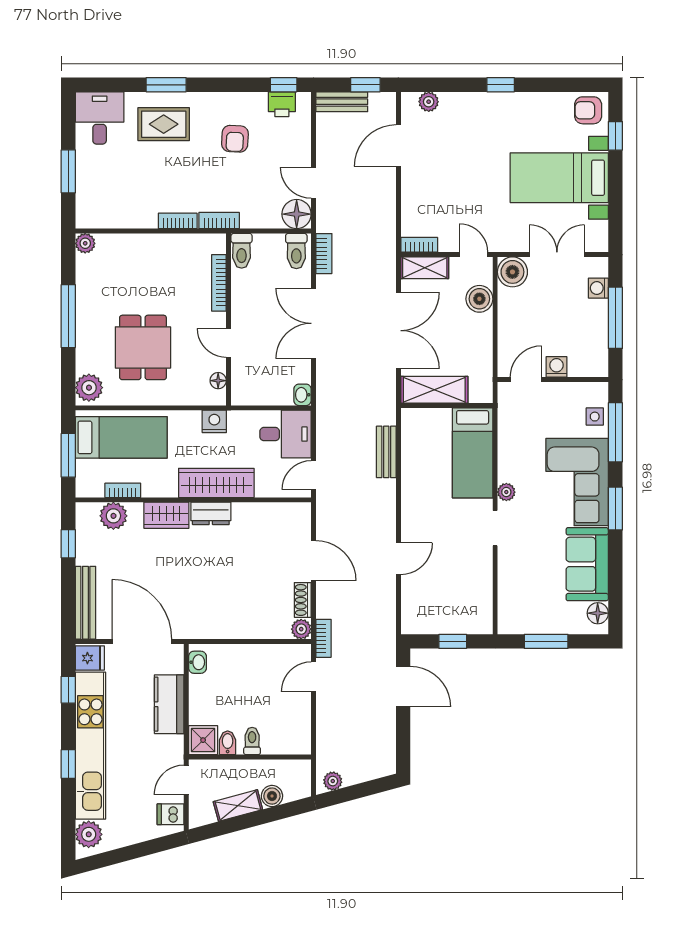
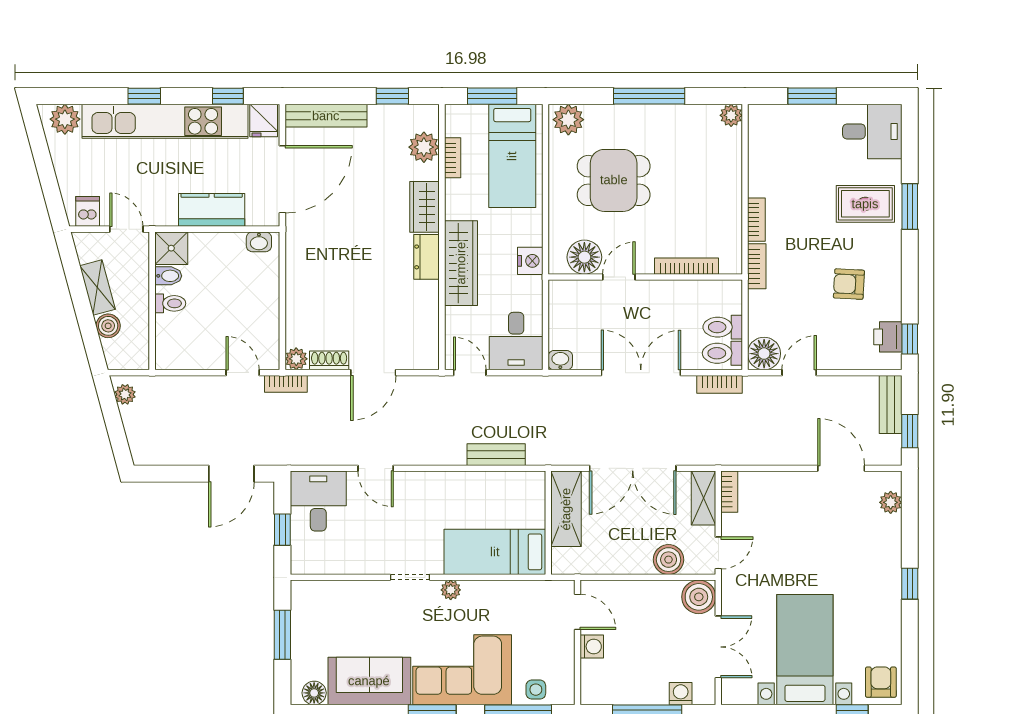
rug: (164, 124) -> (865, 204), turned 90
toilet: (242, 251) -> (723, 327), moved
floor lamp: (218, 381) -> (584, 257), width x1.89, depth x1.89
desk: (427, 610) -> (318, 501), added

